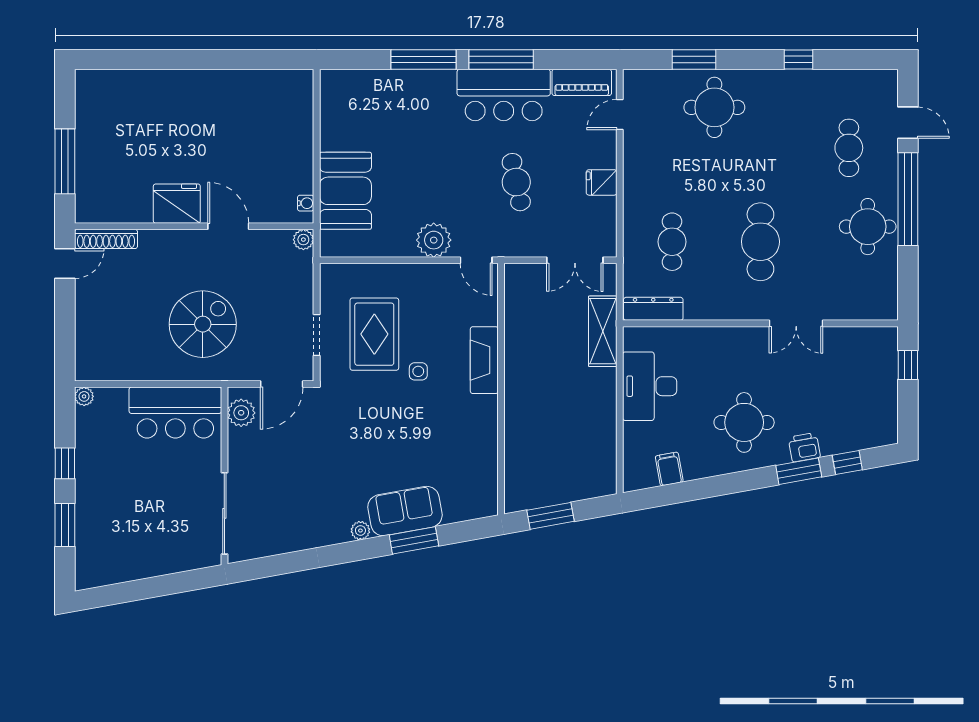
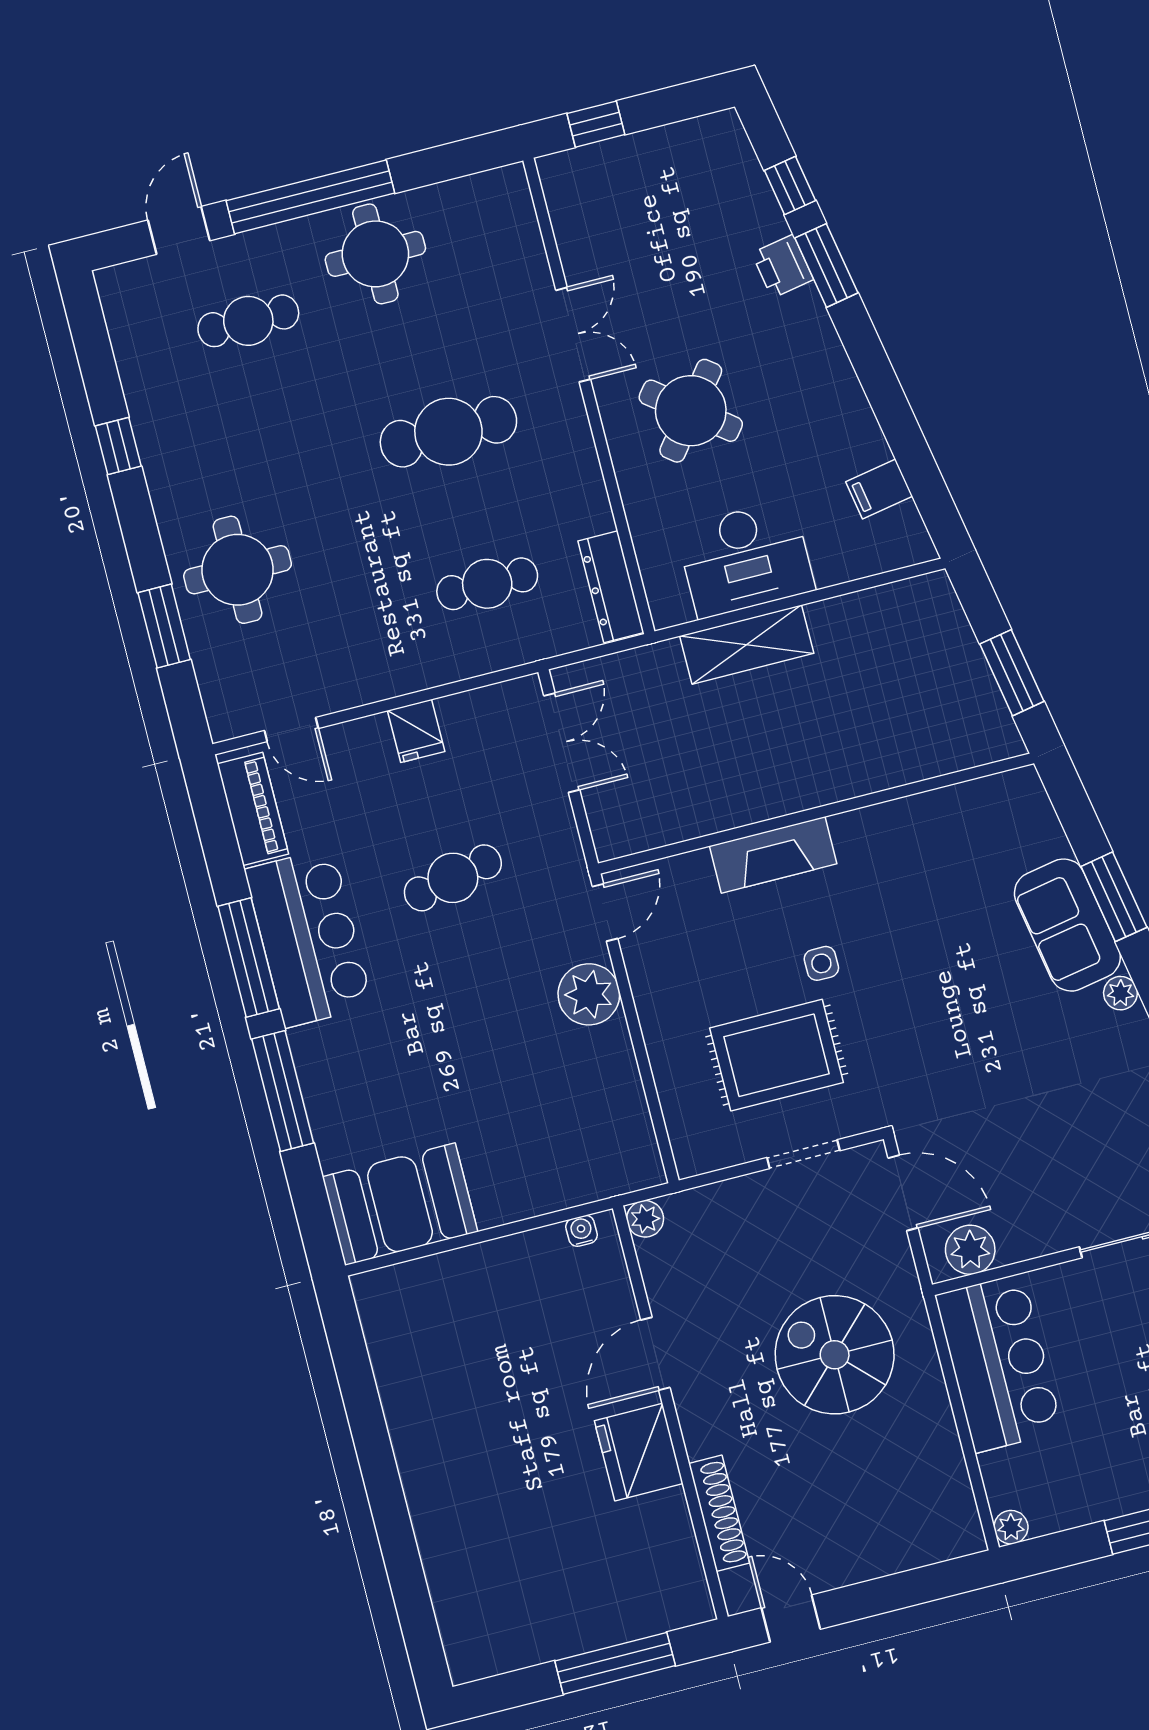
booth: (345, 191) -> (400, 1204), moved
shoe rack: (106, 239) -> (719, 1513), moved
shelving: (603, 331) -> (747, 645), moved
round table: (744, 422) -> (691, 411), moved, turned 38

